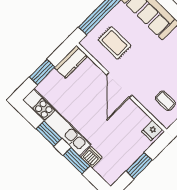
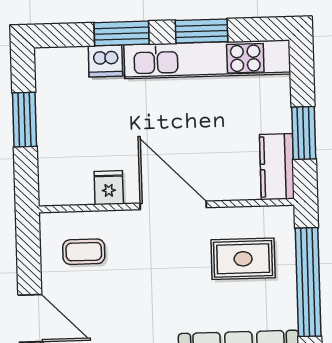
window: (42, 72) -> (304, 133), moved
fridge: (152, 130) -> (109, 188), moved

